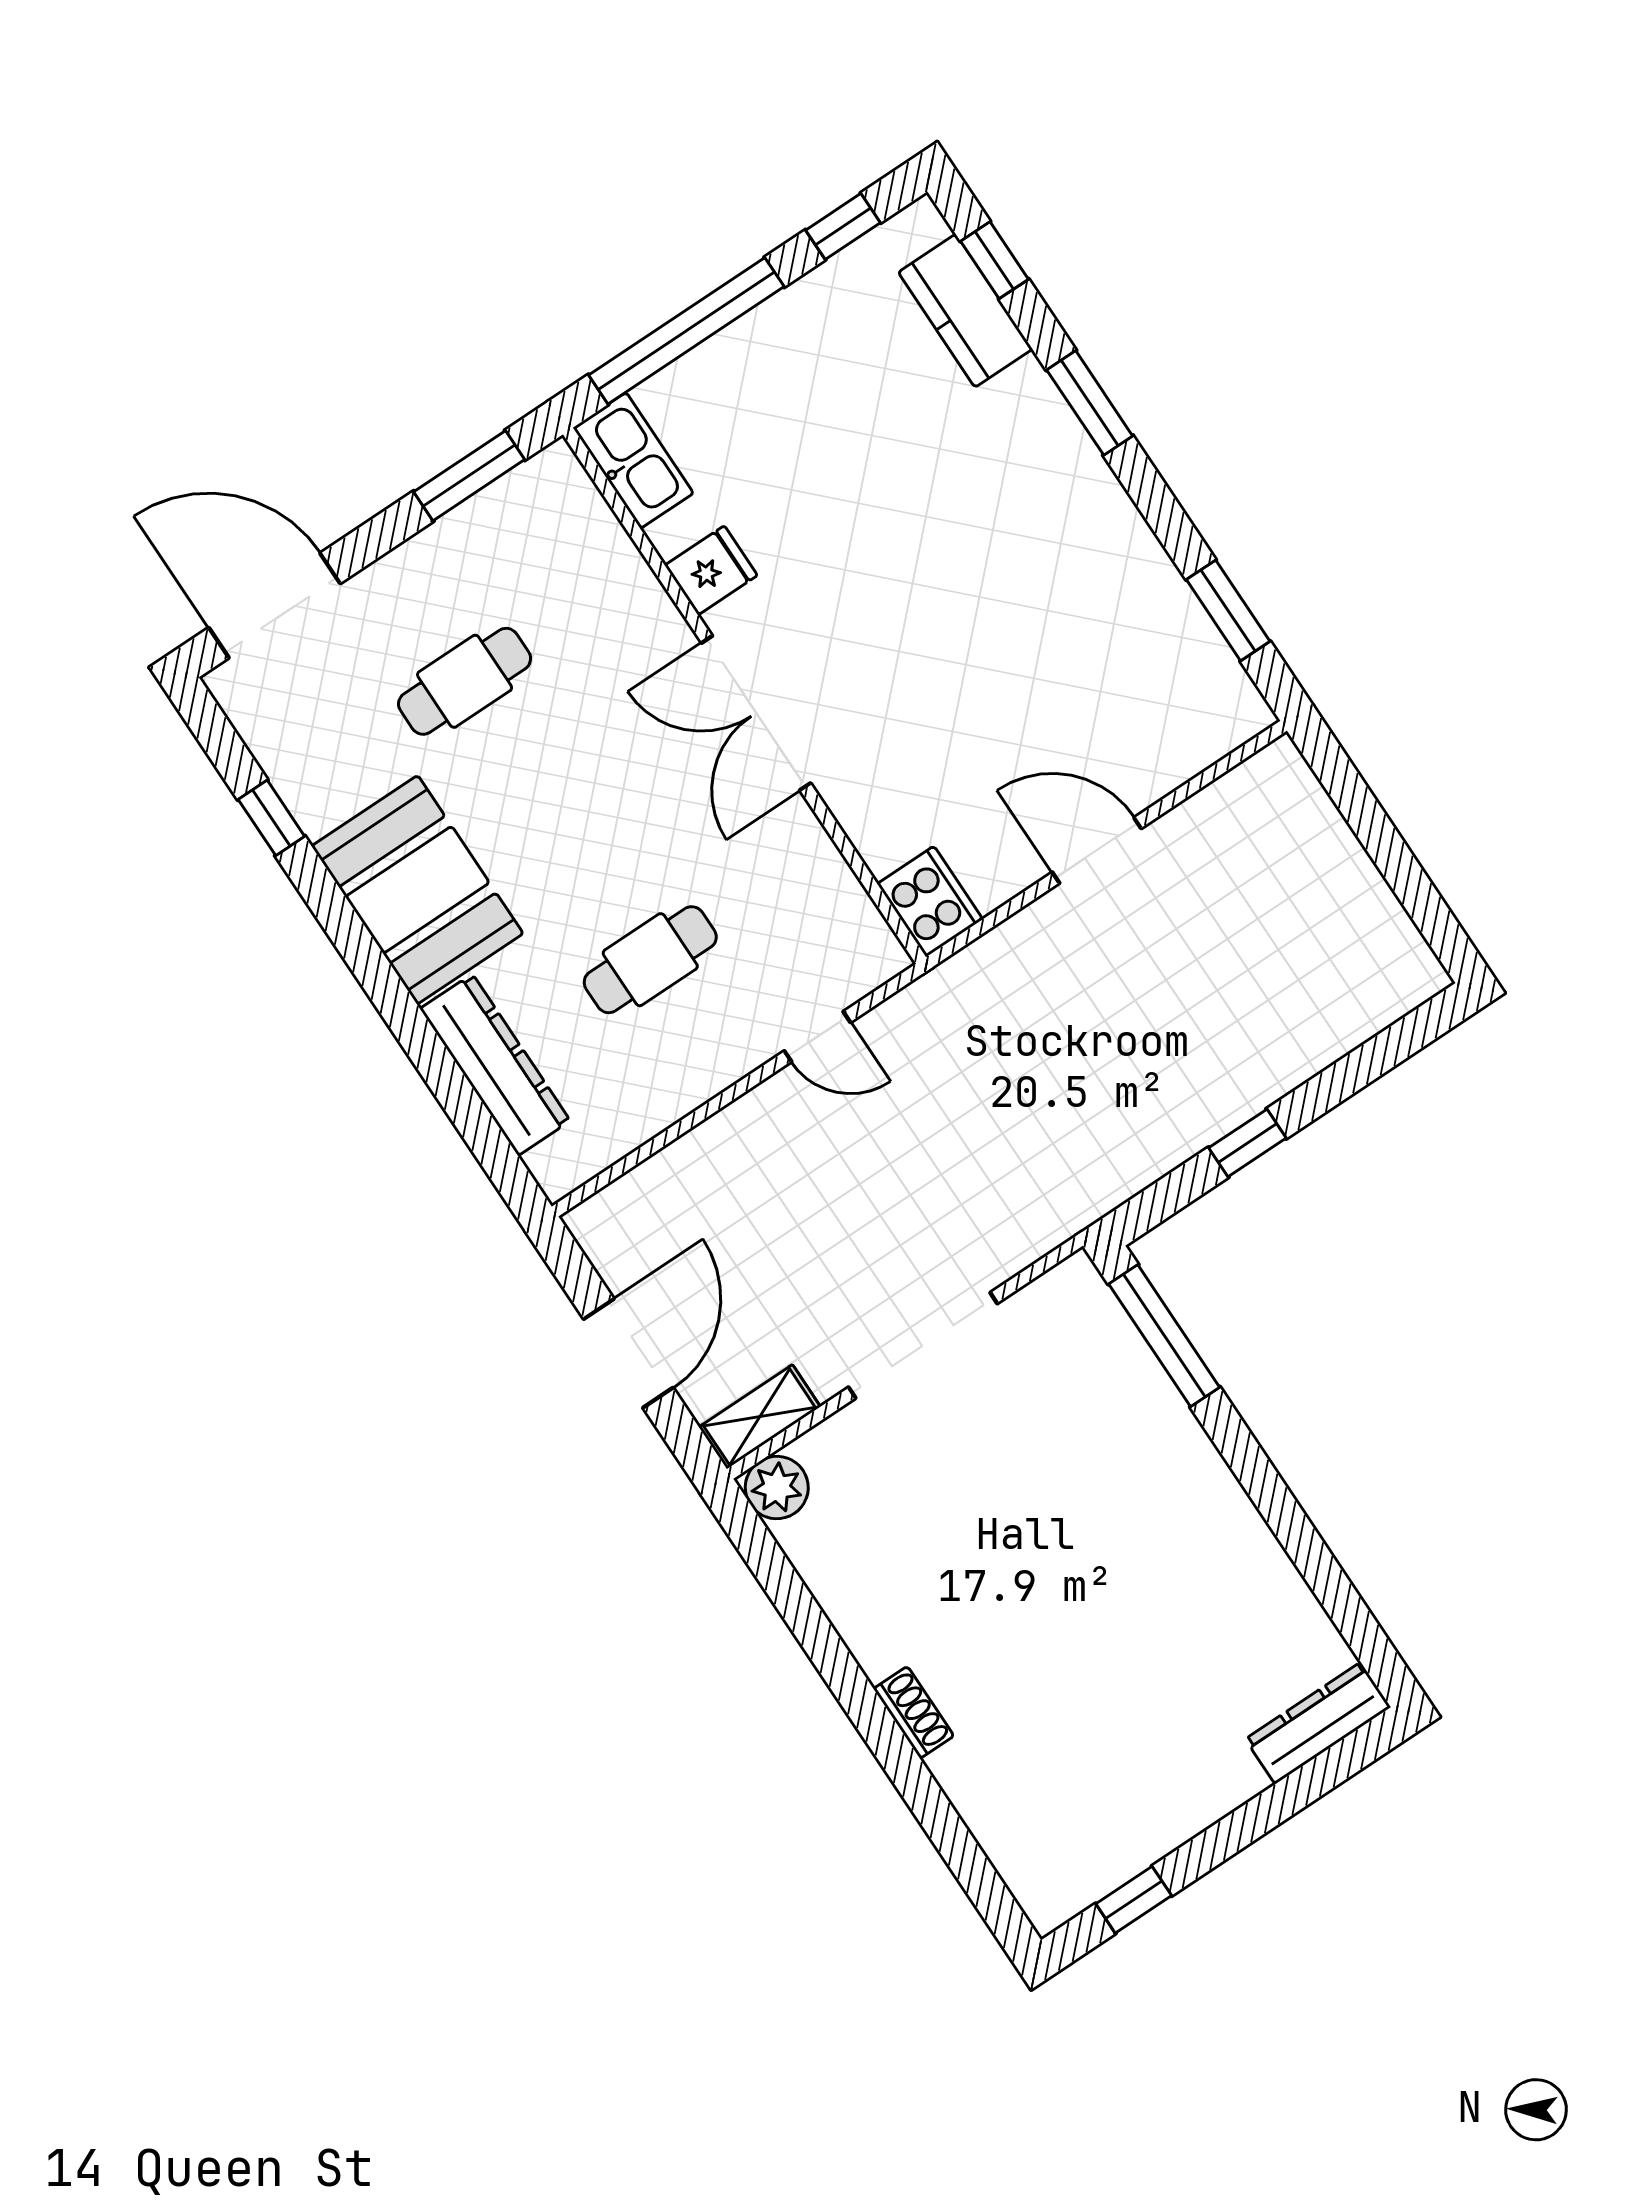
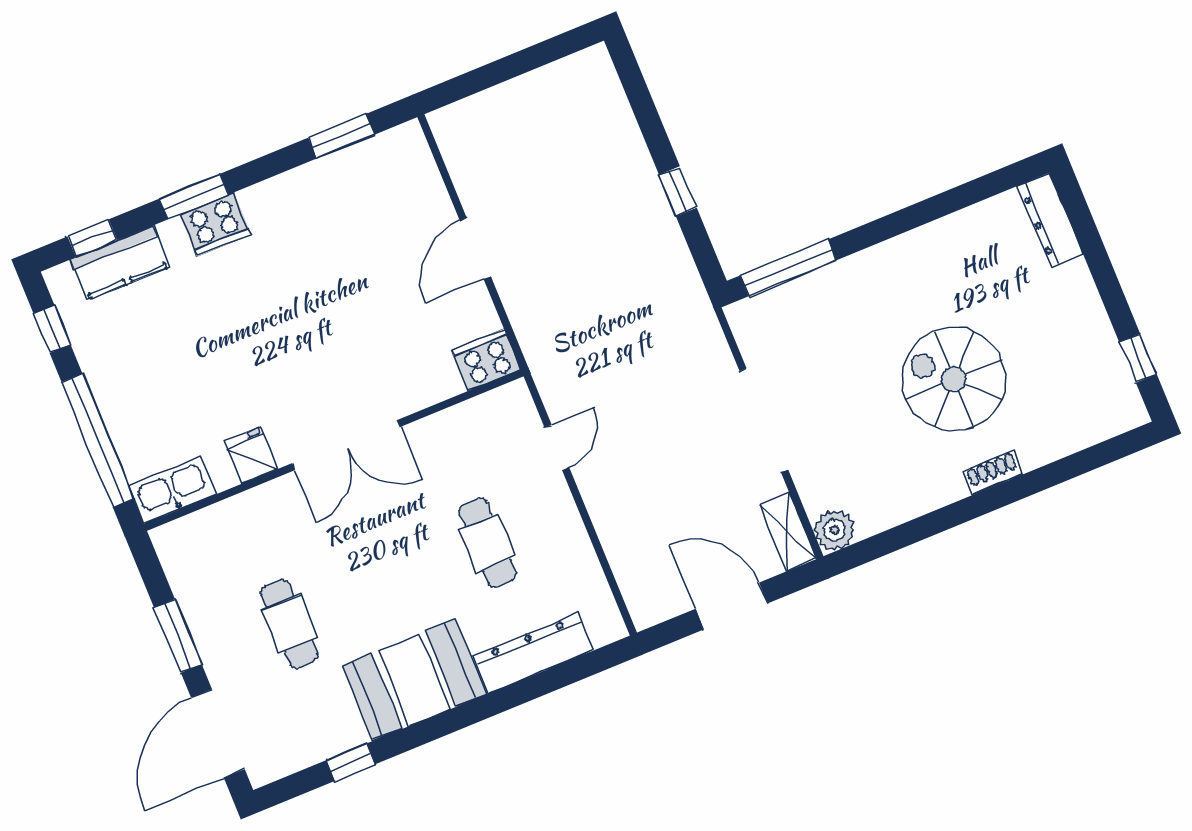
cooker: (1054, 444) -> (215, 224), added
window: (469, 476) -> (178, 636), moved
spiral stairs: (1045, 1624) -> (954, 379), added

